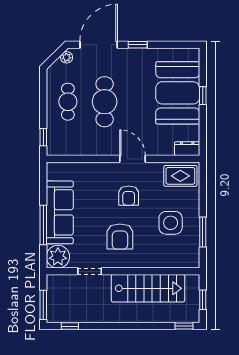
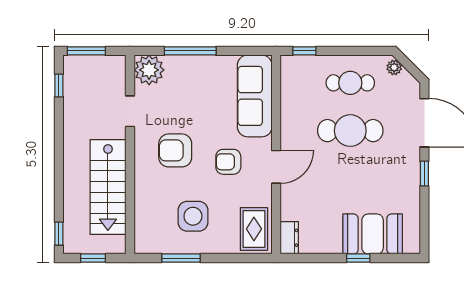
plant: (67, 57) -> (394, 67), moved
booth: (178, 93) -> (373, 234), width x0.73, depth x0.70
sofa: (60, 212) -> (255, 96), moved, turned 90

